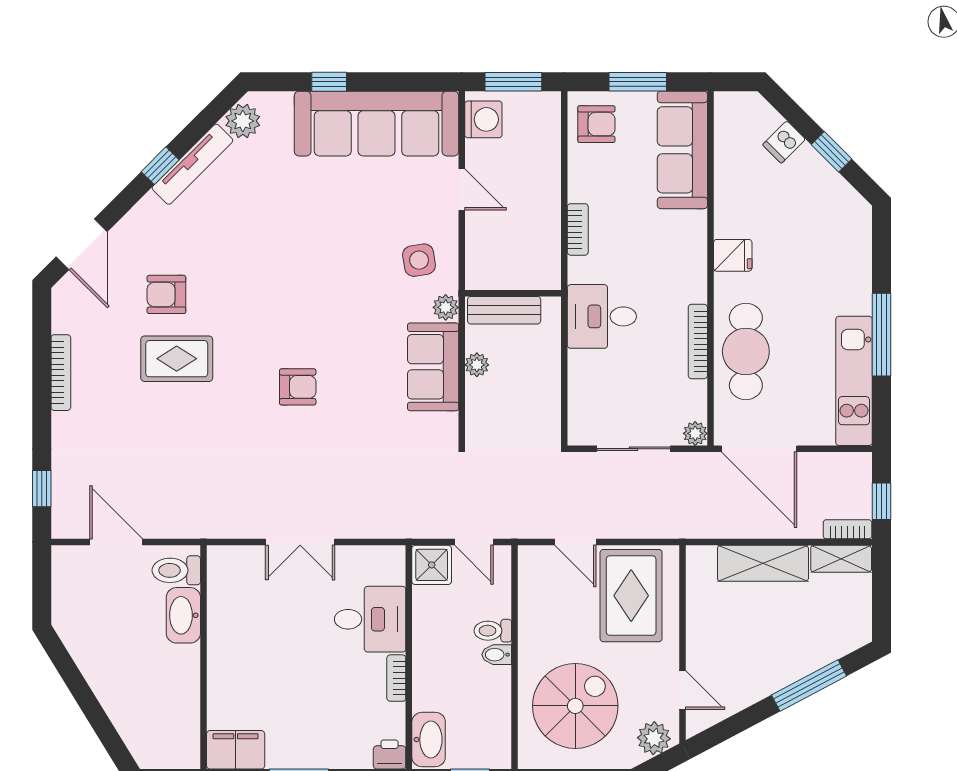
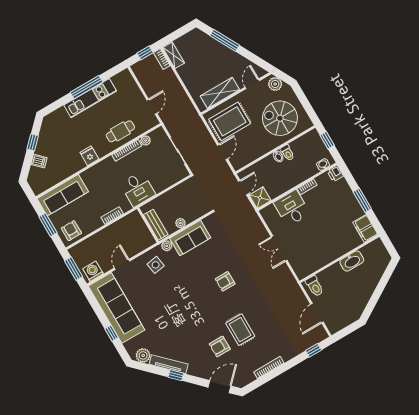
armchair: (166, 294) -> (220, 346), turned 90
cafe table: (746, 351) -> (120, 131), width x0.73, depth x0.74
kitchen unit: (854, 381) -> (90, 98), moved
armchair: (298, 387) -> (225, 281), turned -90
plant: (695, 433) -> (146, 140), moved
door: (759, 449) -> (152, 107), width x0.53
double door: (300, 542) -> (279, 249), swing flipped
shelving: (763, 563) -> (220, 93), moved, turned 90
washbasin: (183, 615) -> (352, 261), moved
toilet: (493, 631) -> (287, 153), moved
washbasin: (429, 739) -> (323, 165), width x0.52, depth x0.69

